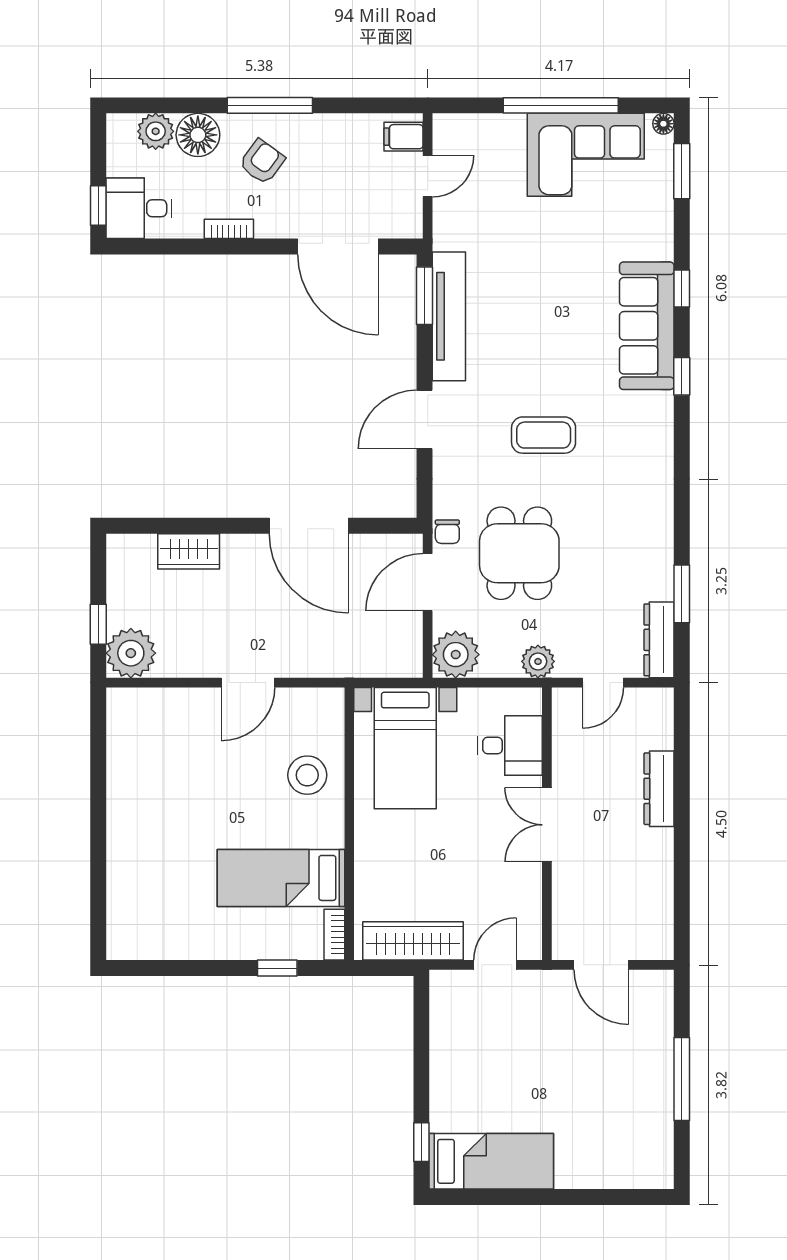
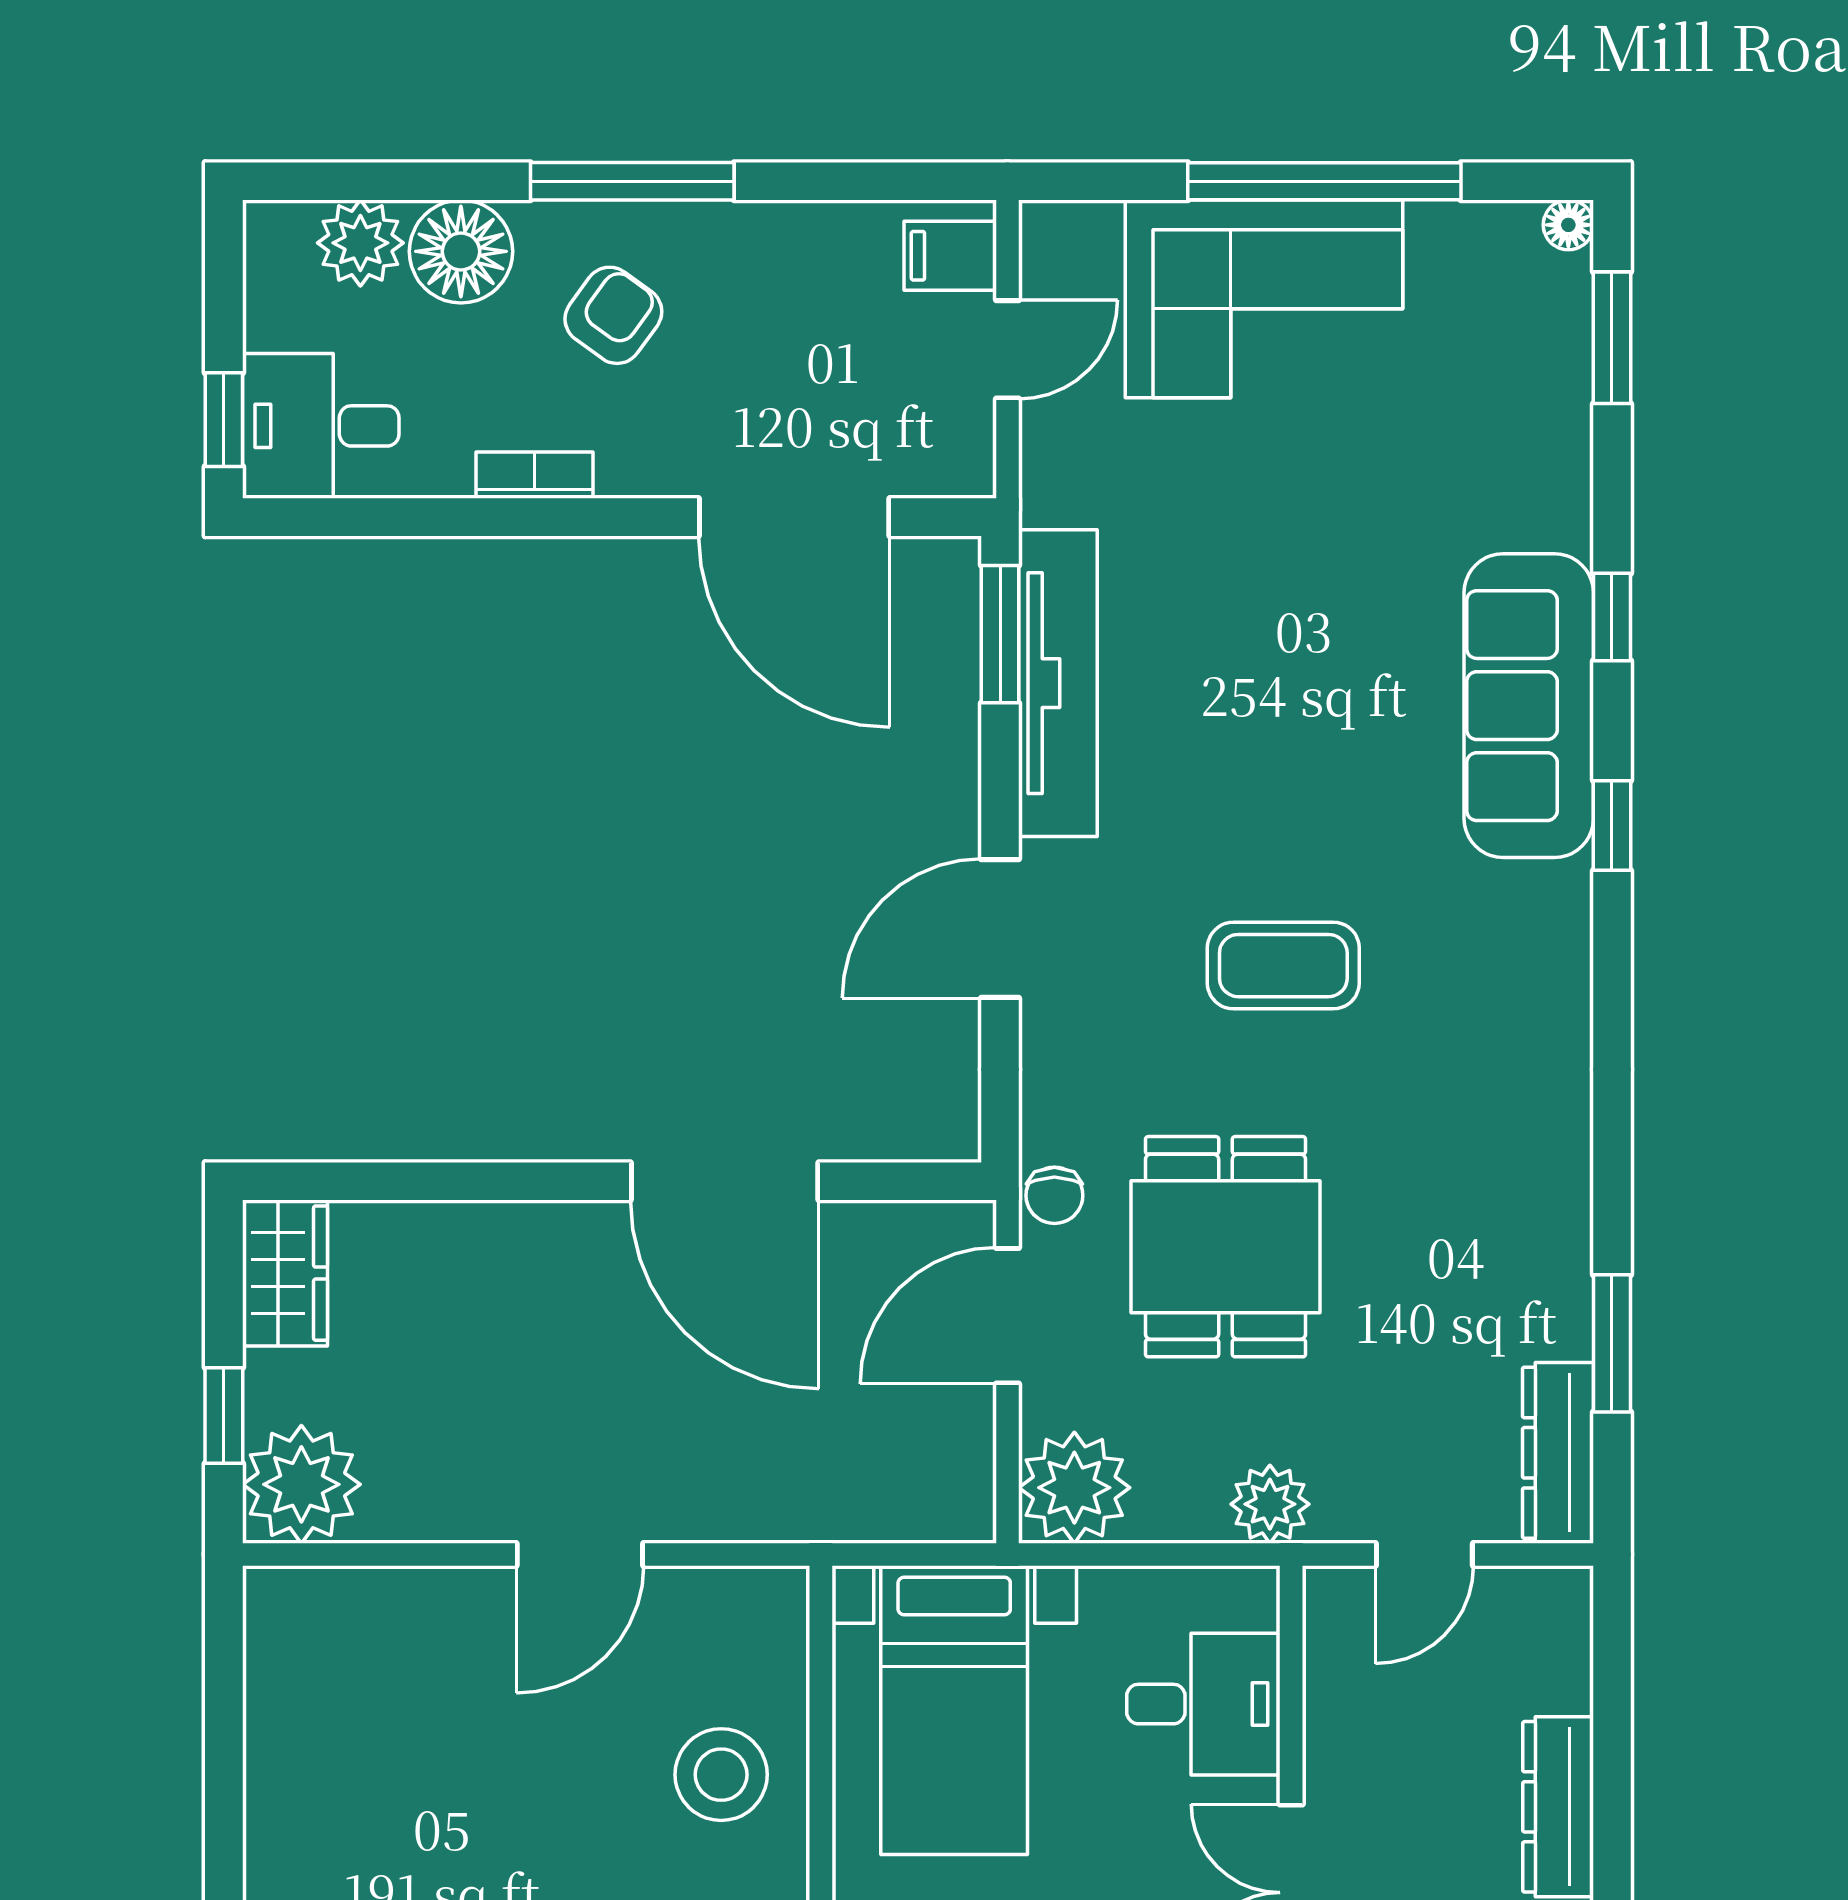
corner sofa: (586, 155) -> (1264, 299), moved
wardrobe: (189, 551) -> (285, 1273), moved, turned -90

